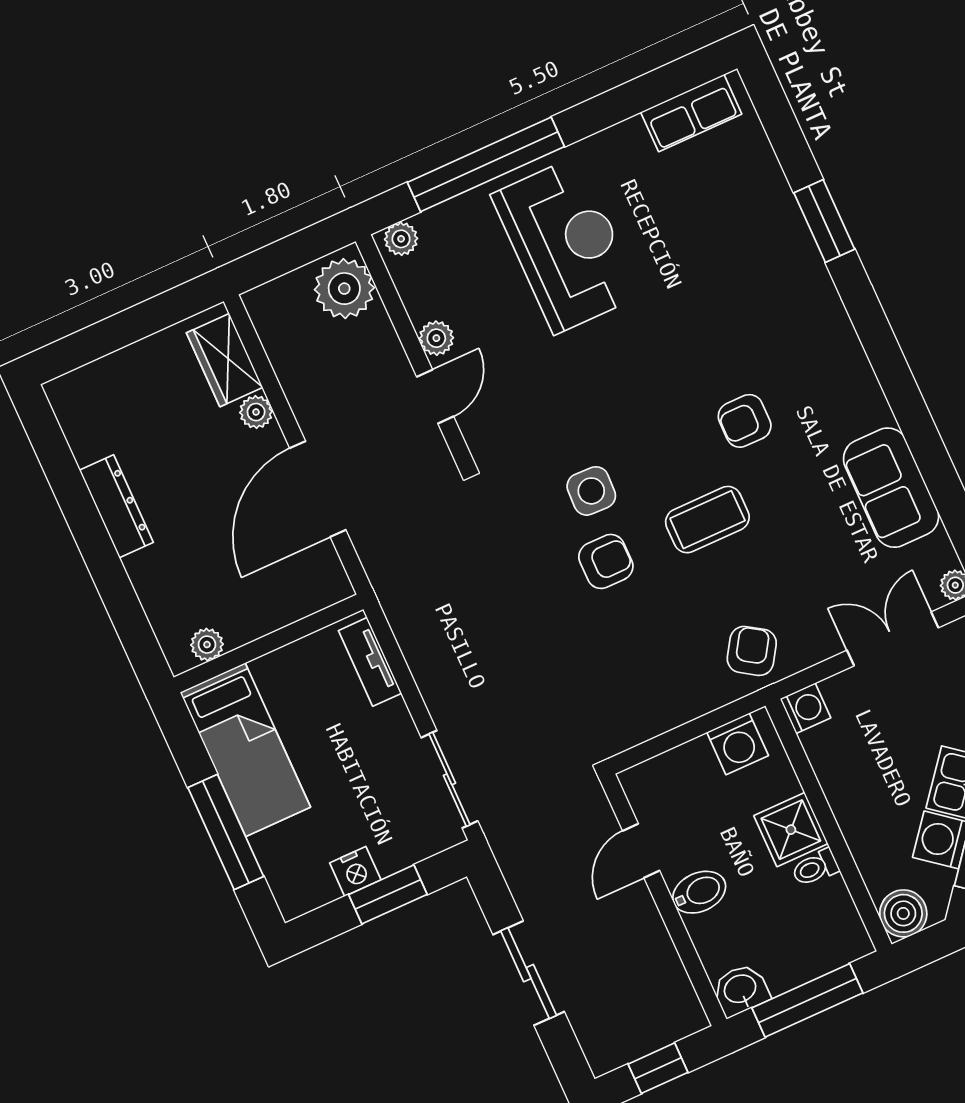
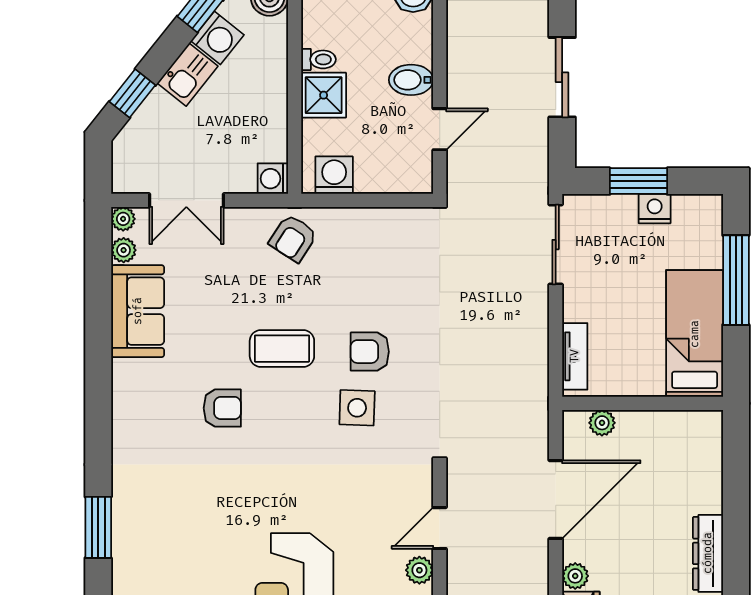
plant: (939, 550) -> (124, 250), added
plant: (207, 645) -> (602, 423), moved

